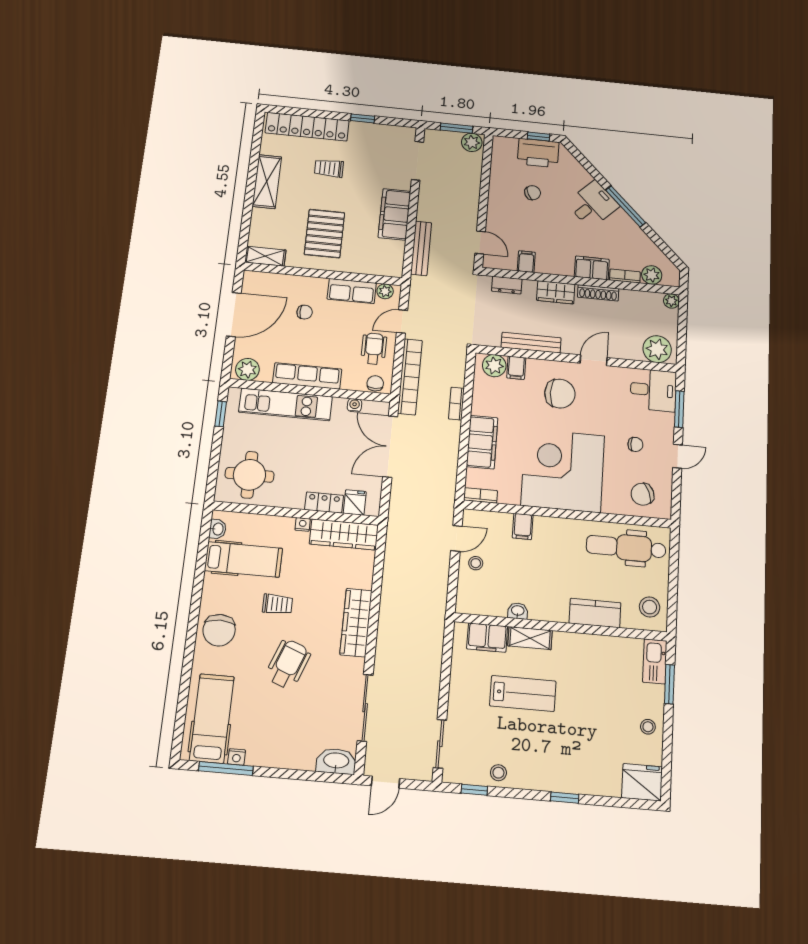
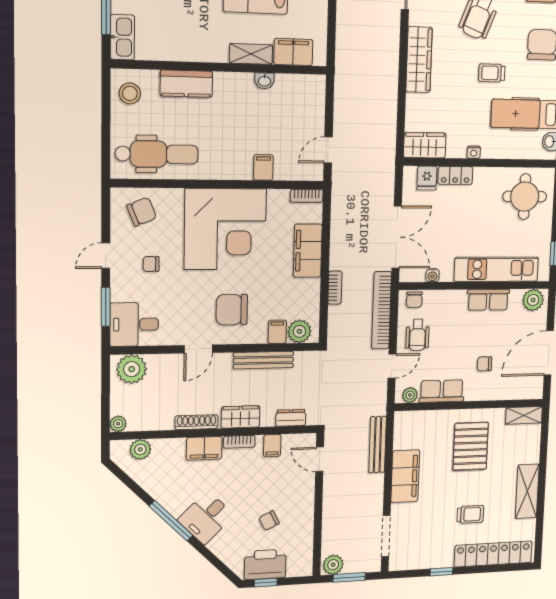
bookcase: (625, 276) -> (239, 442), moved
row of seats: (307, 376) -> (488, 300), width x0.68
wardrobe: (344, 534) -> (425, 145), width x0.67
stool: (476, 563) -> (308, 126), removed

